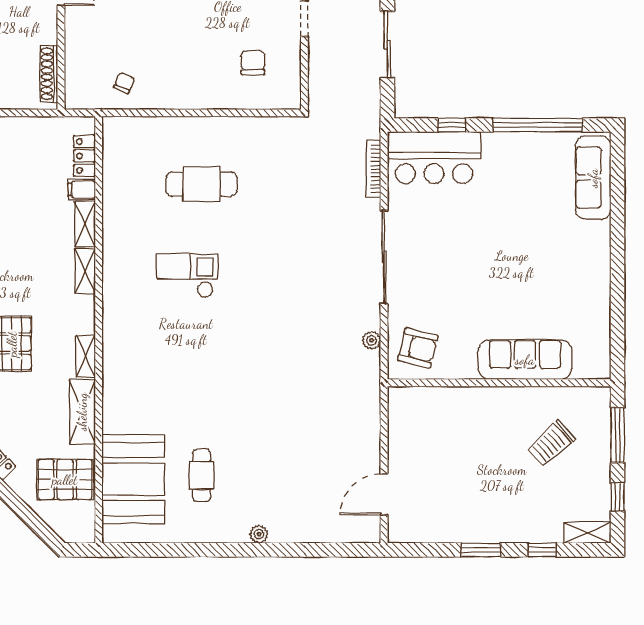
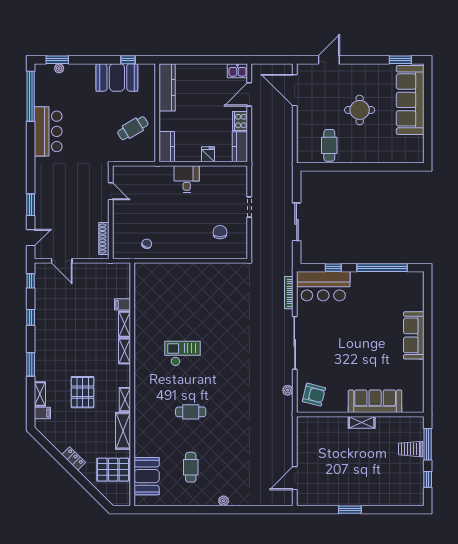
locker: (84, 156) -> (124, 285), removed
sofa: (593, 178) -> (414, 335), moved
cafe table: (201, 184) -> (191, 412), moved, width x0.73, depth x0.74
trolley: (551, 443) -> (411, 449), moved, turned 42
booth: (133, 479) -> (147, 476), width x0.73, depth x0.70
shelving: (587, 533) -> (362, 422), moved
window: (542, 550) -> (385, 510), removed

